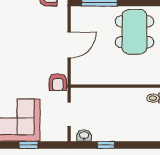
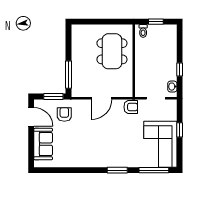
dining table: (134, 32) -> (112, 51), moved, turned 90
door: (69, 45) -> (102, 98), swing flipped

